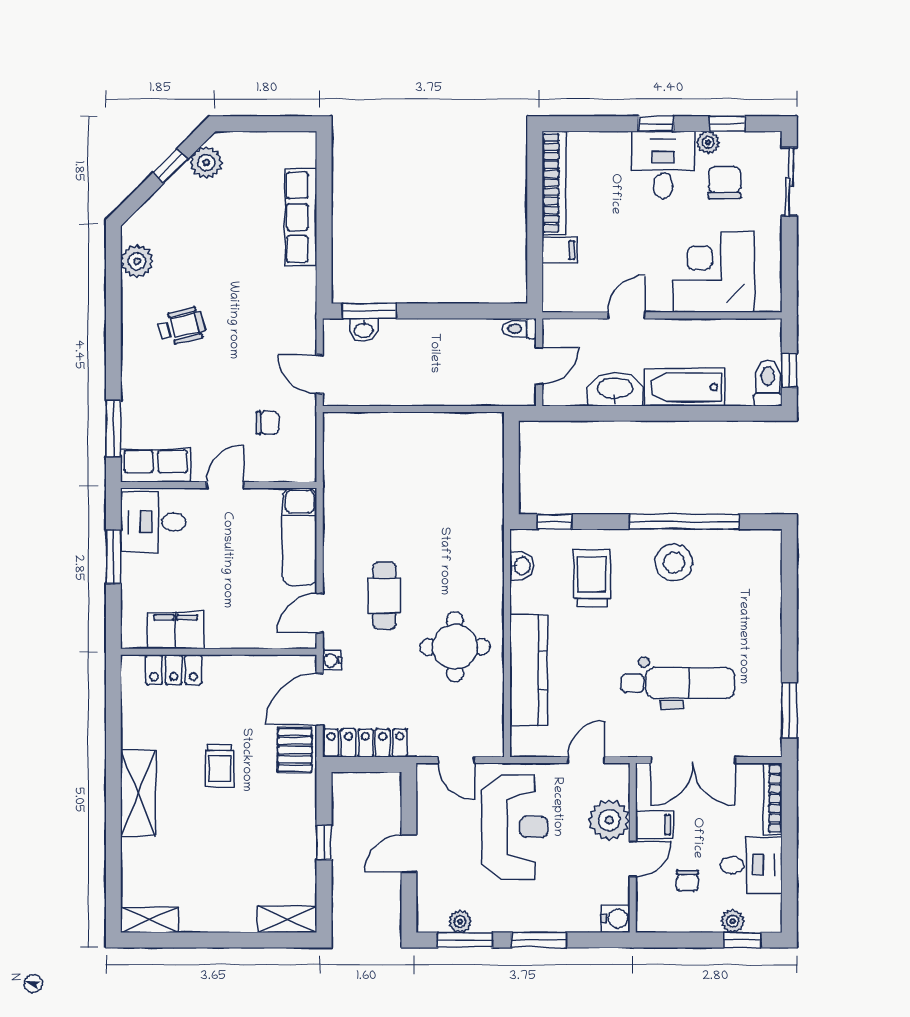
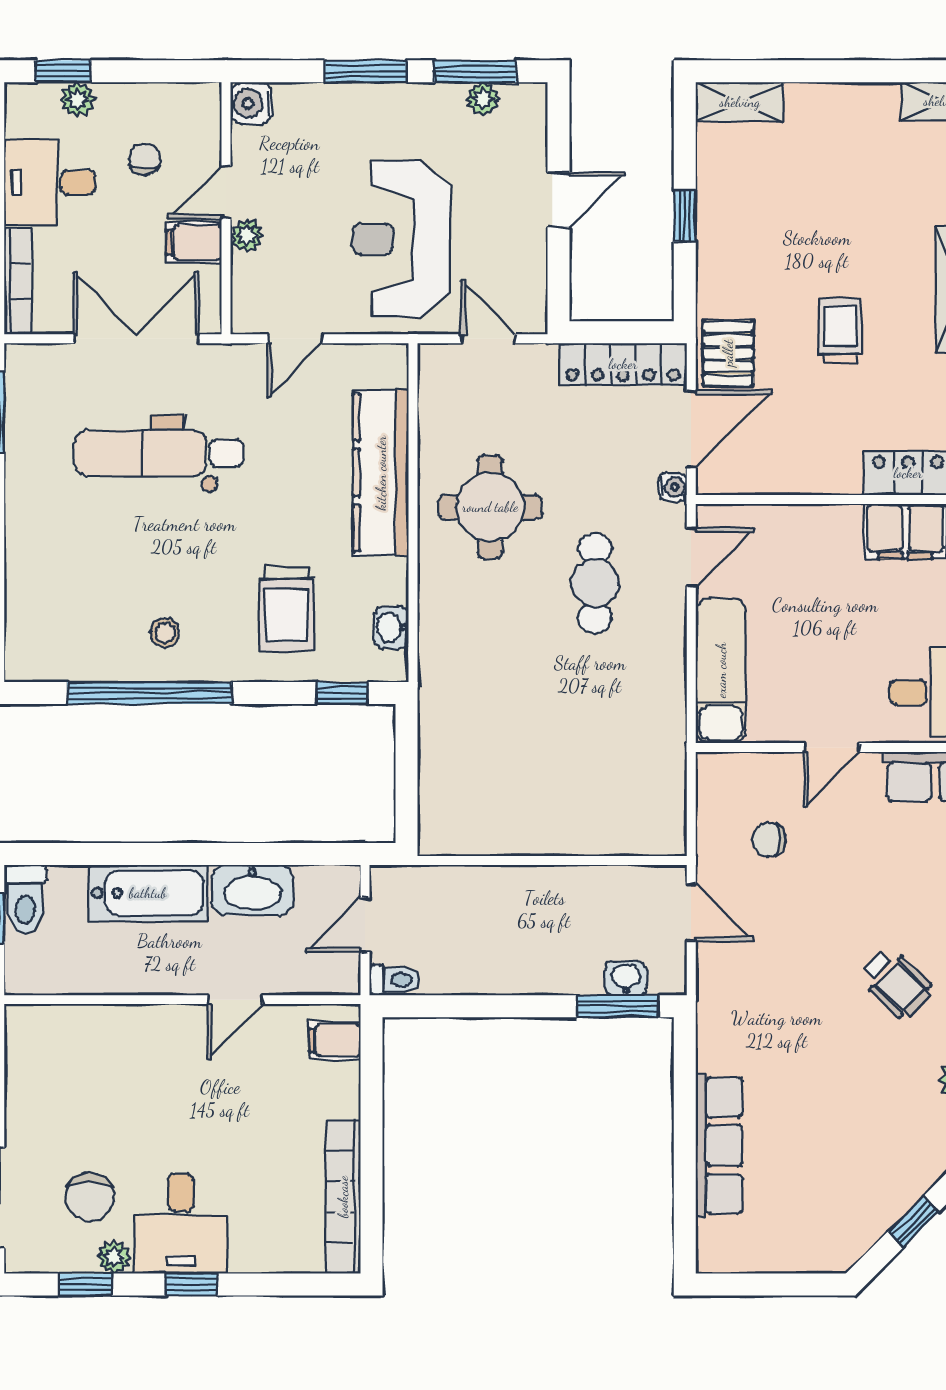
plant: (206, 163) -> (860, 1227), removed
filing cabinet: (560, 250) -> (335, 1040), moved
corner desk: (714, 272) -> (106, 1064), removed
wheelchair: (182, 326) -> (896, 983), turned -122
stool: (674, 562) -> (165, 633), width x0.53, depth x0.53
plant: (609, 820) -> (247, 235), width x0.53, depth x0.53

